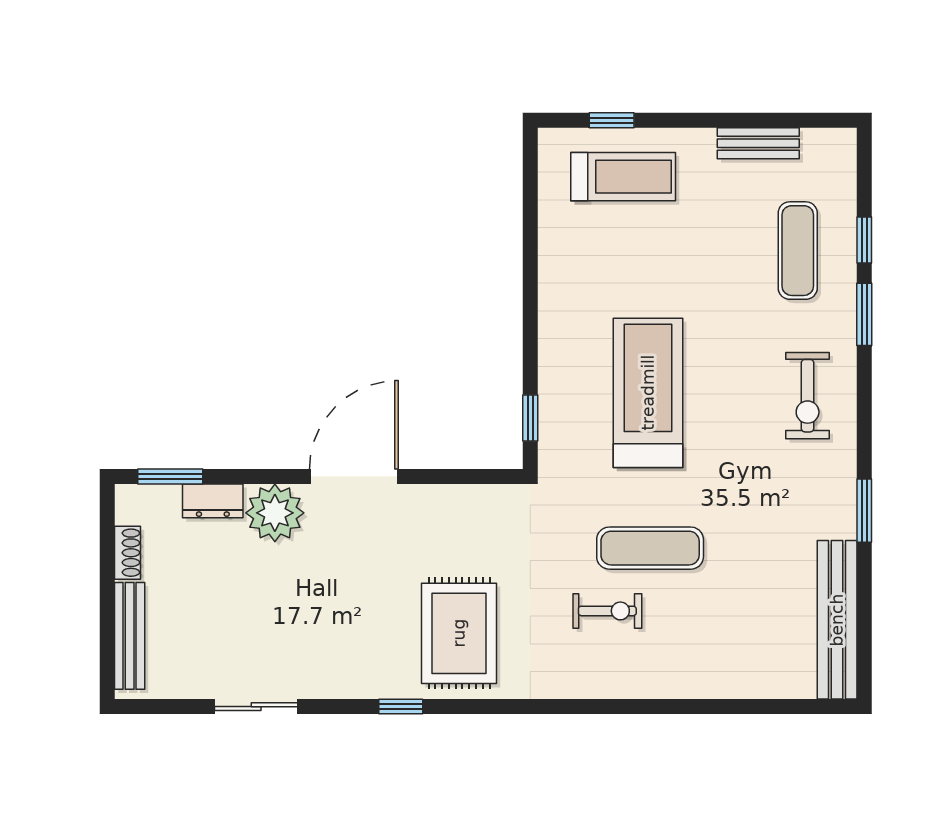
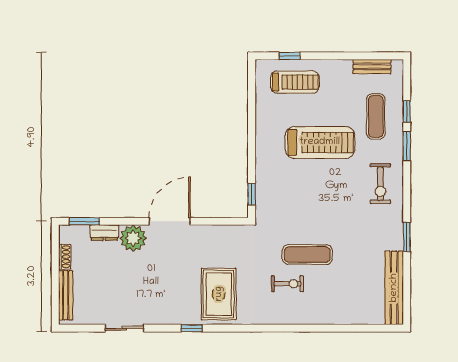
bench: (758, 143) -> (372, 67), moved
treadmill: (648, 393) -> (320, 142), moved, turned 90

